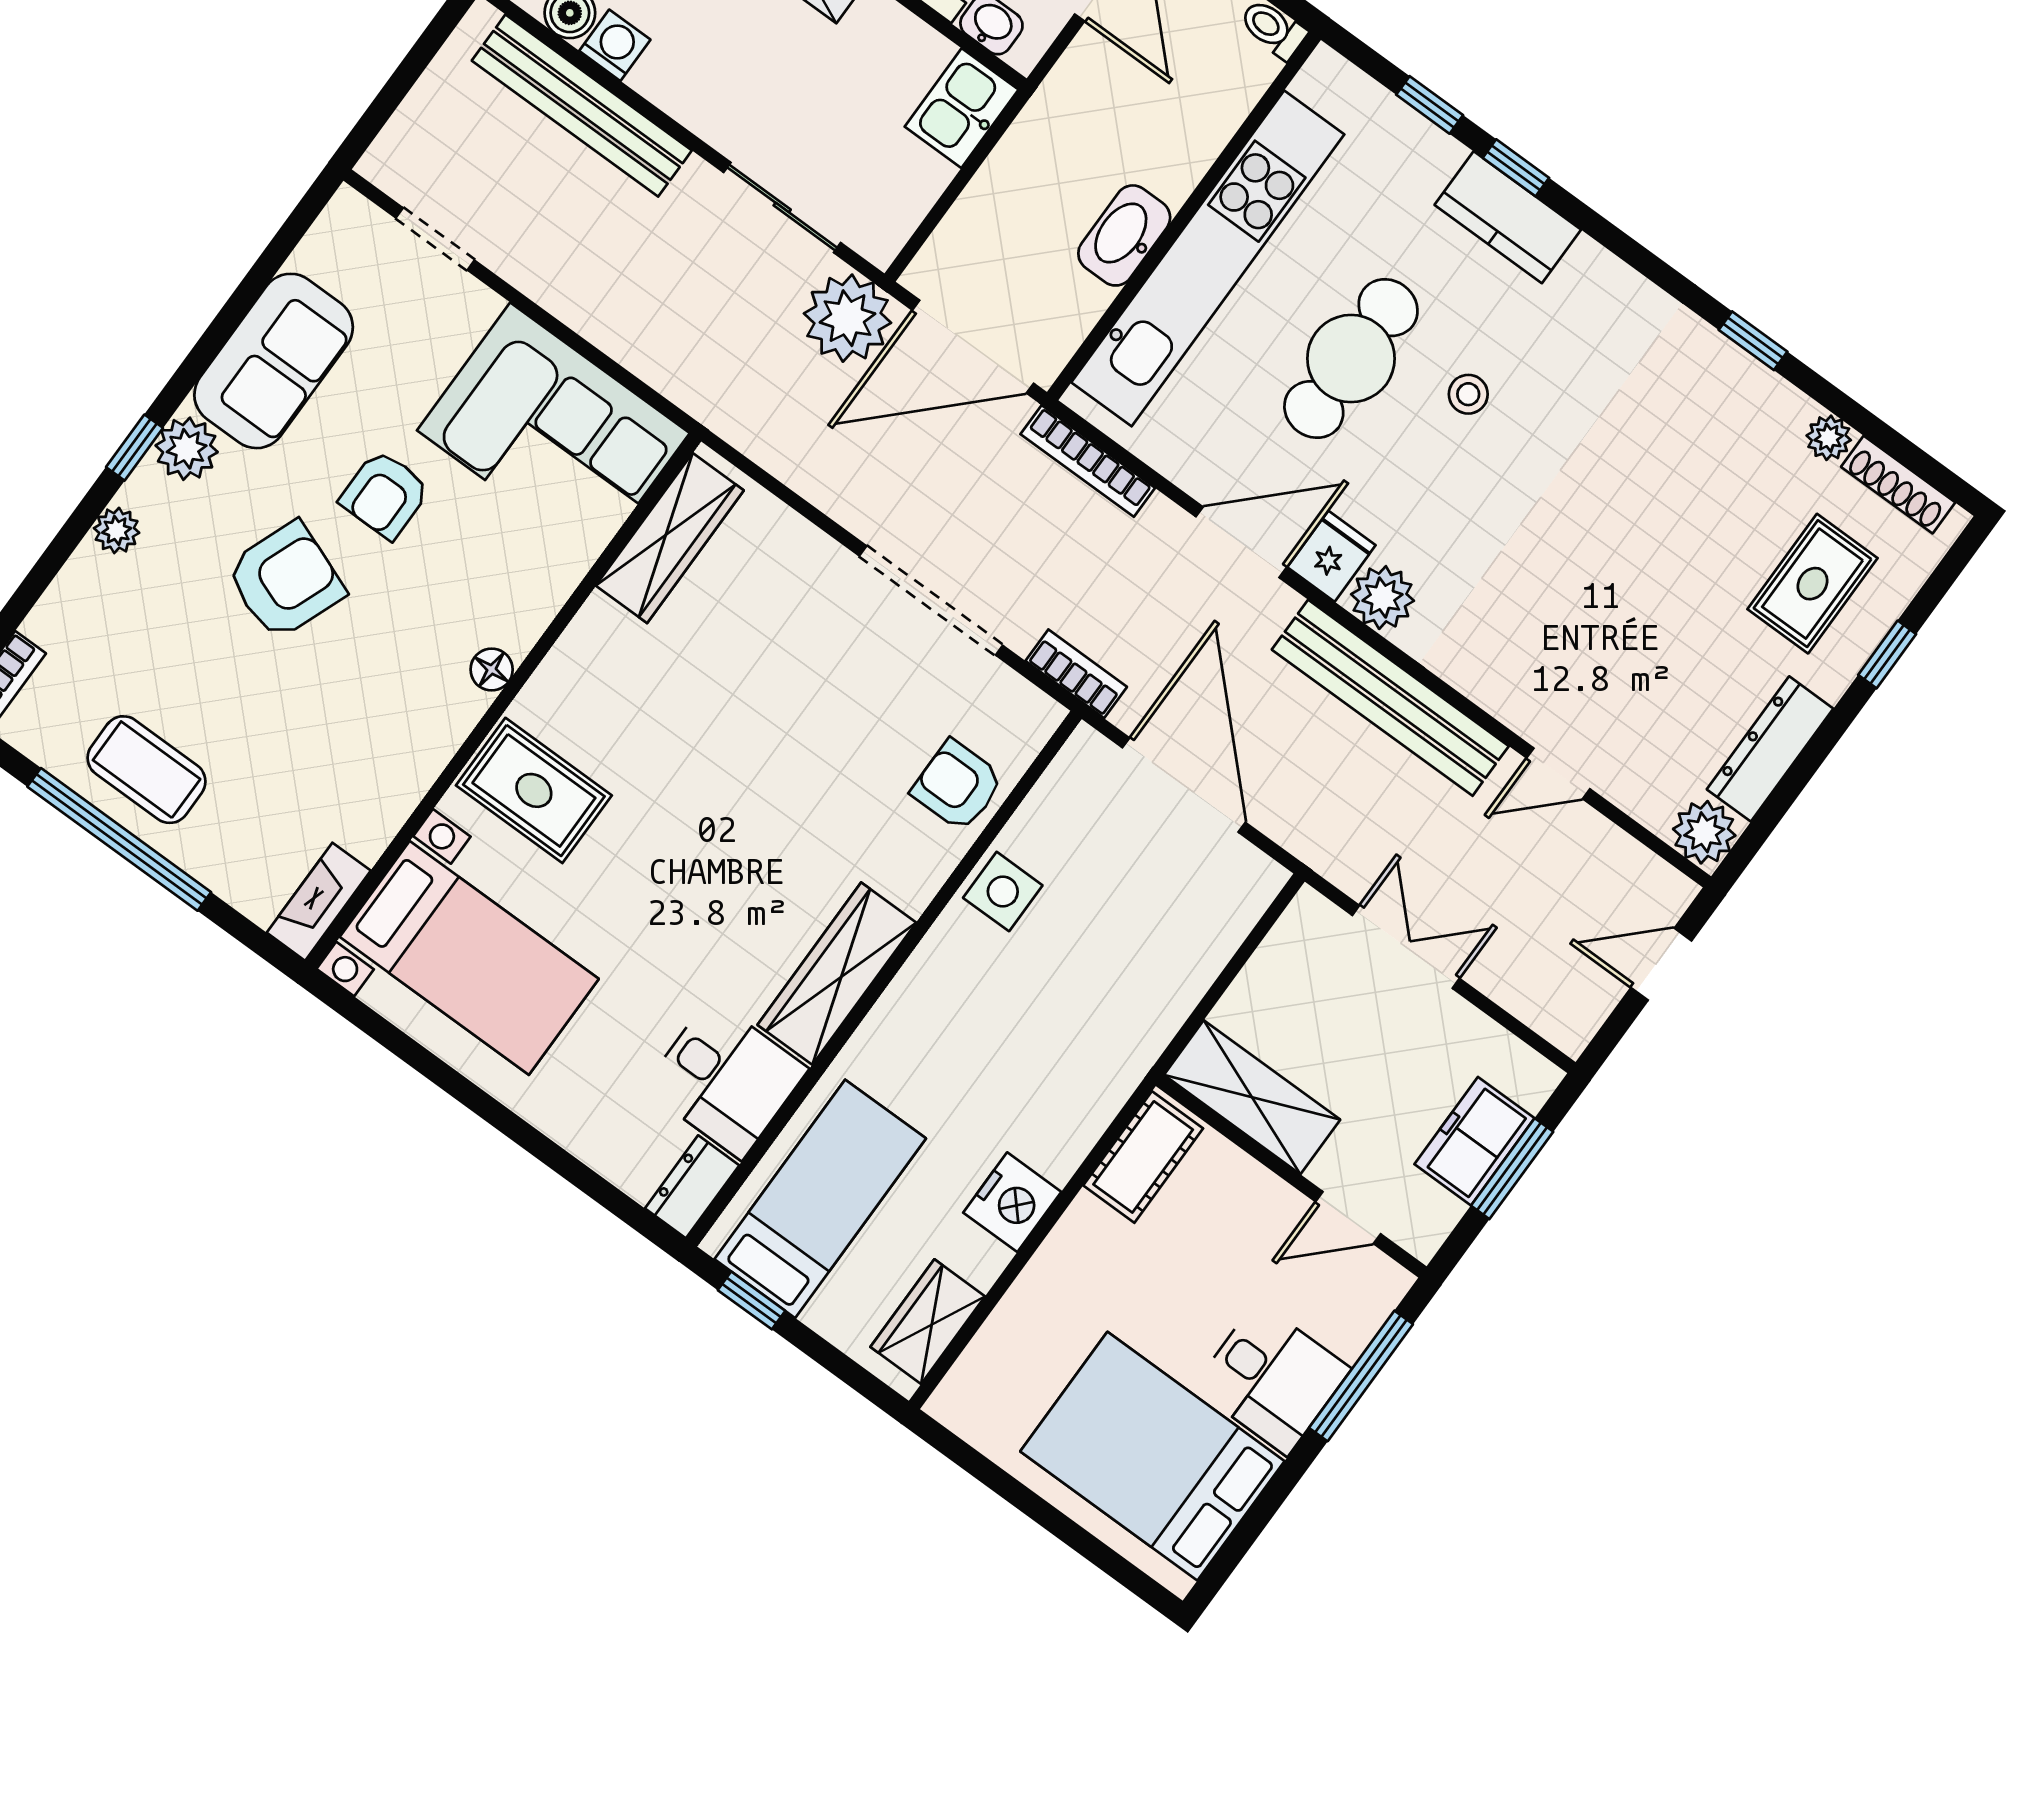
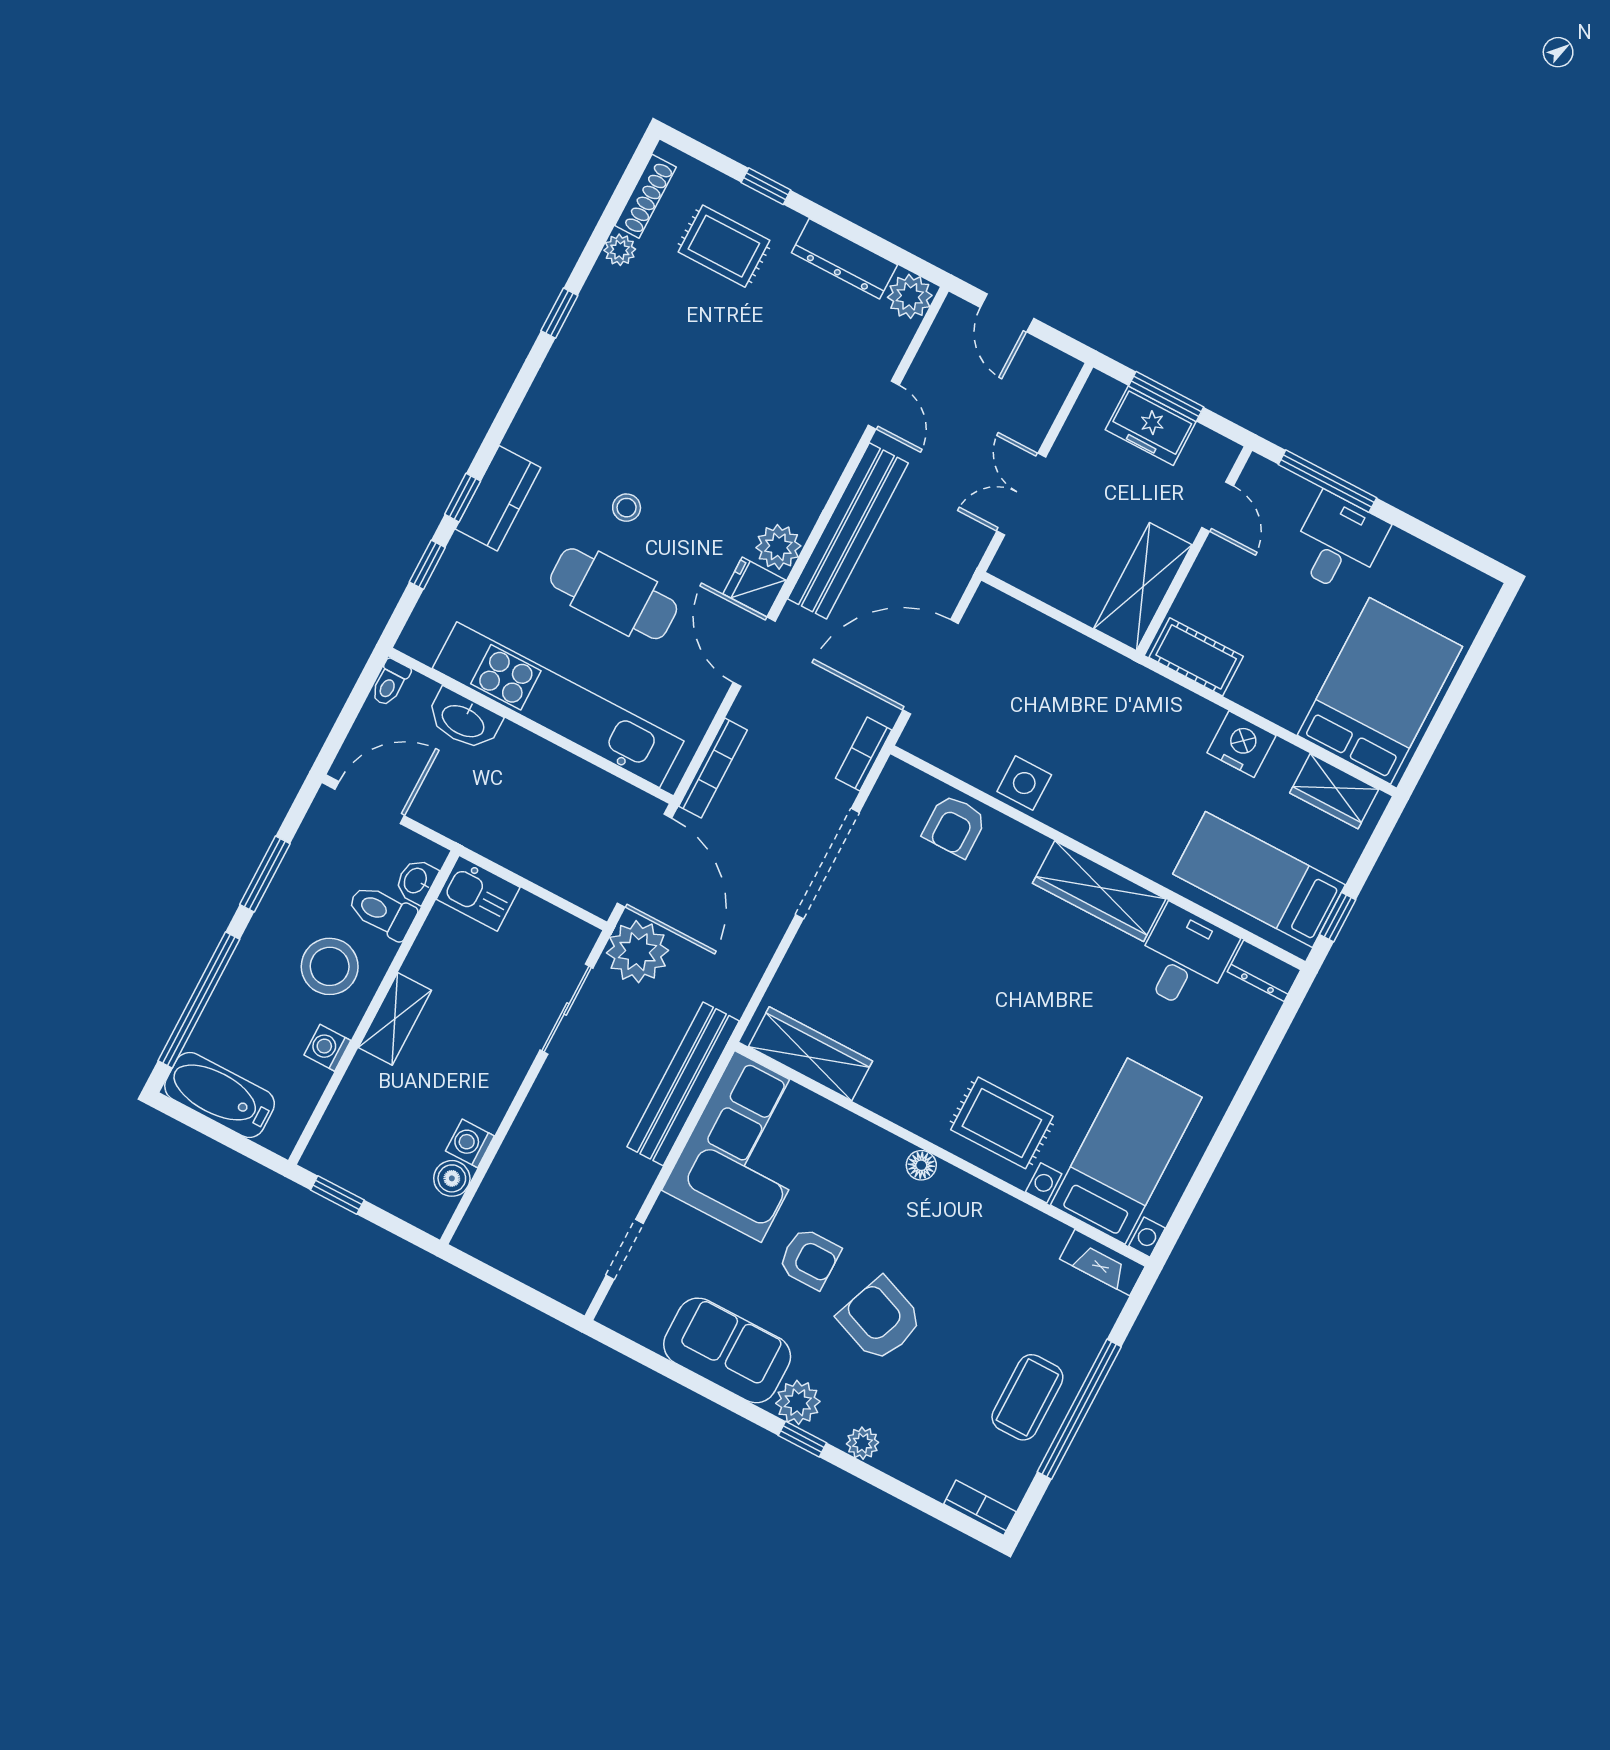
bench: (582, 105) -> (683, 1084), moved
washbasin: (1124, 235) -> (464, 720), moved
rug: (534, 790) -> (1002, 1123), turned 90
bed: (1152, 1456) -> (1380, 691), moved, turned 180

